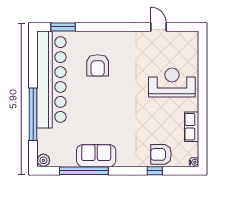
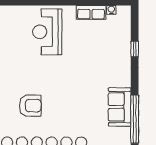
armchair: (161, 154) -> (118, 43), removed
water cooler: (194, 162) -> (111, 10), moved

